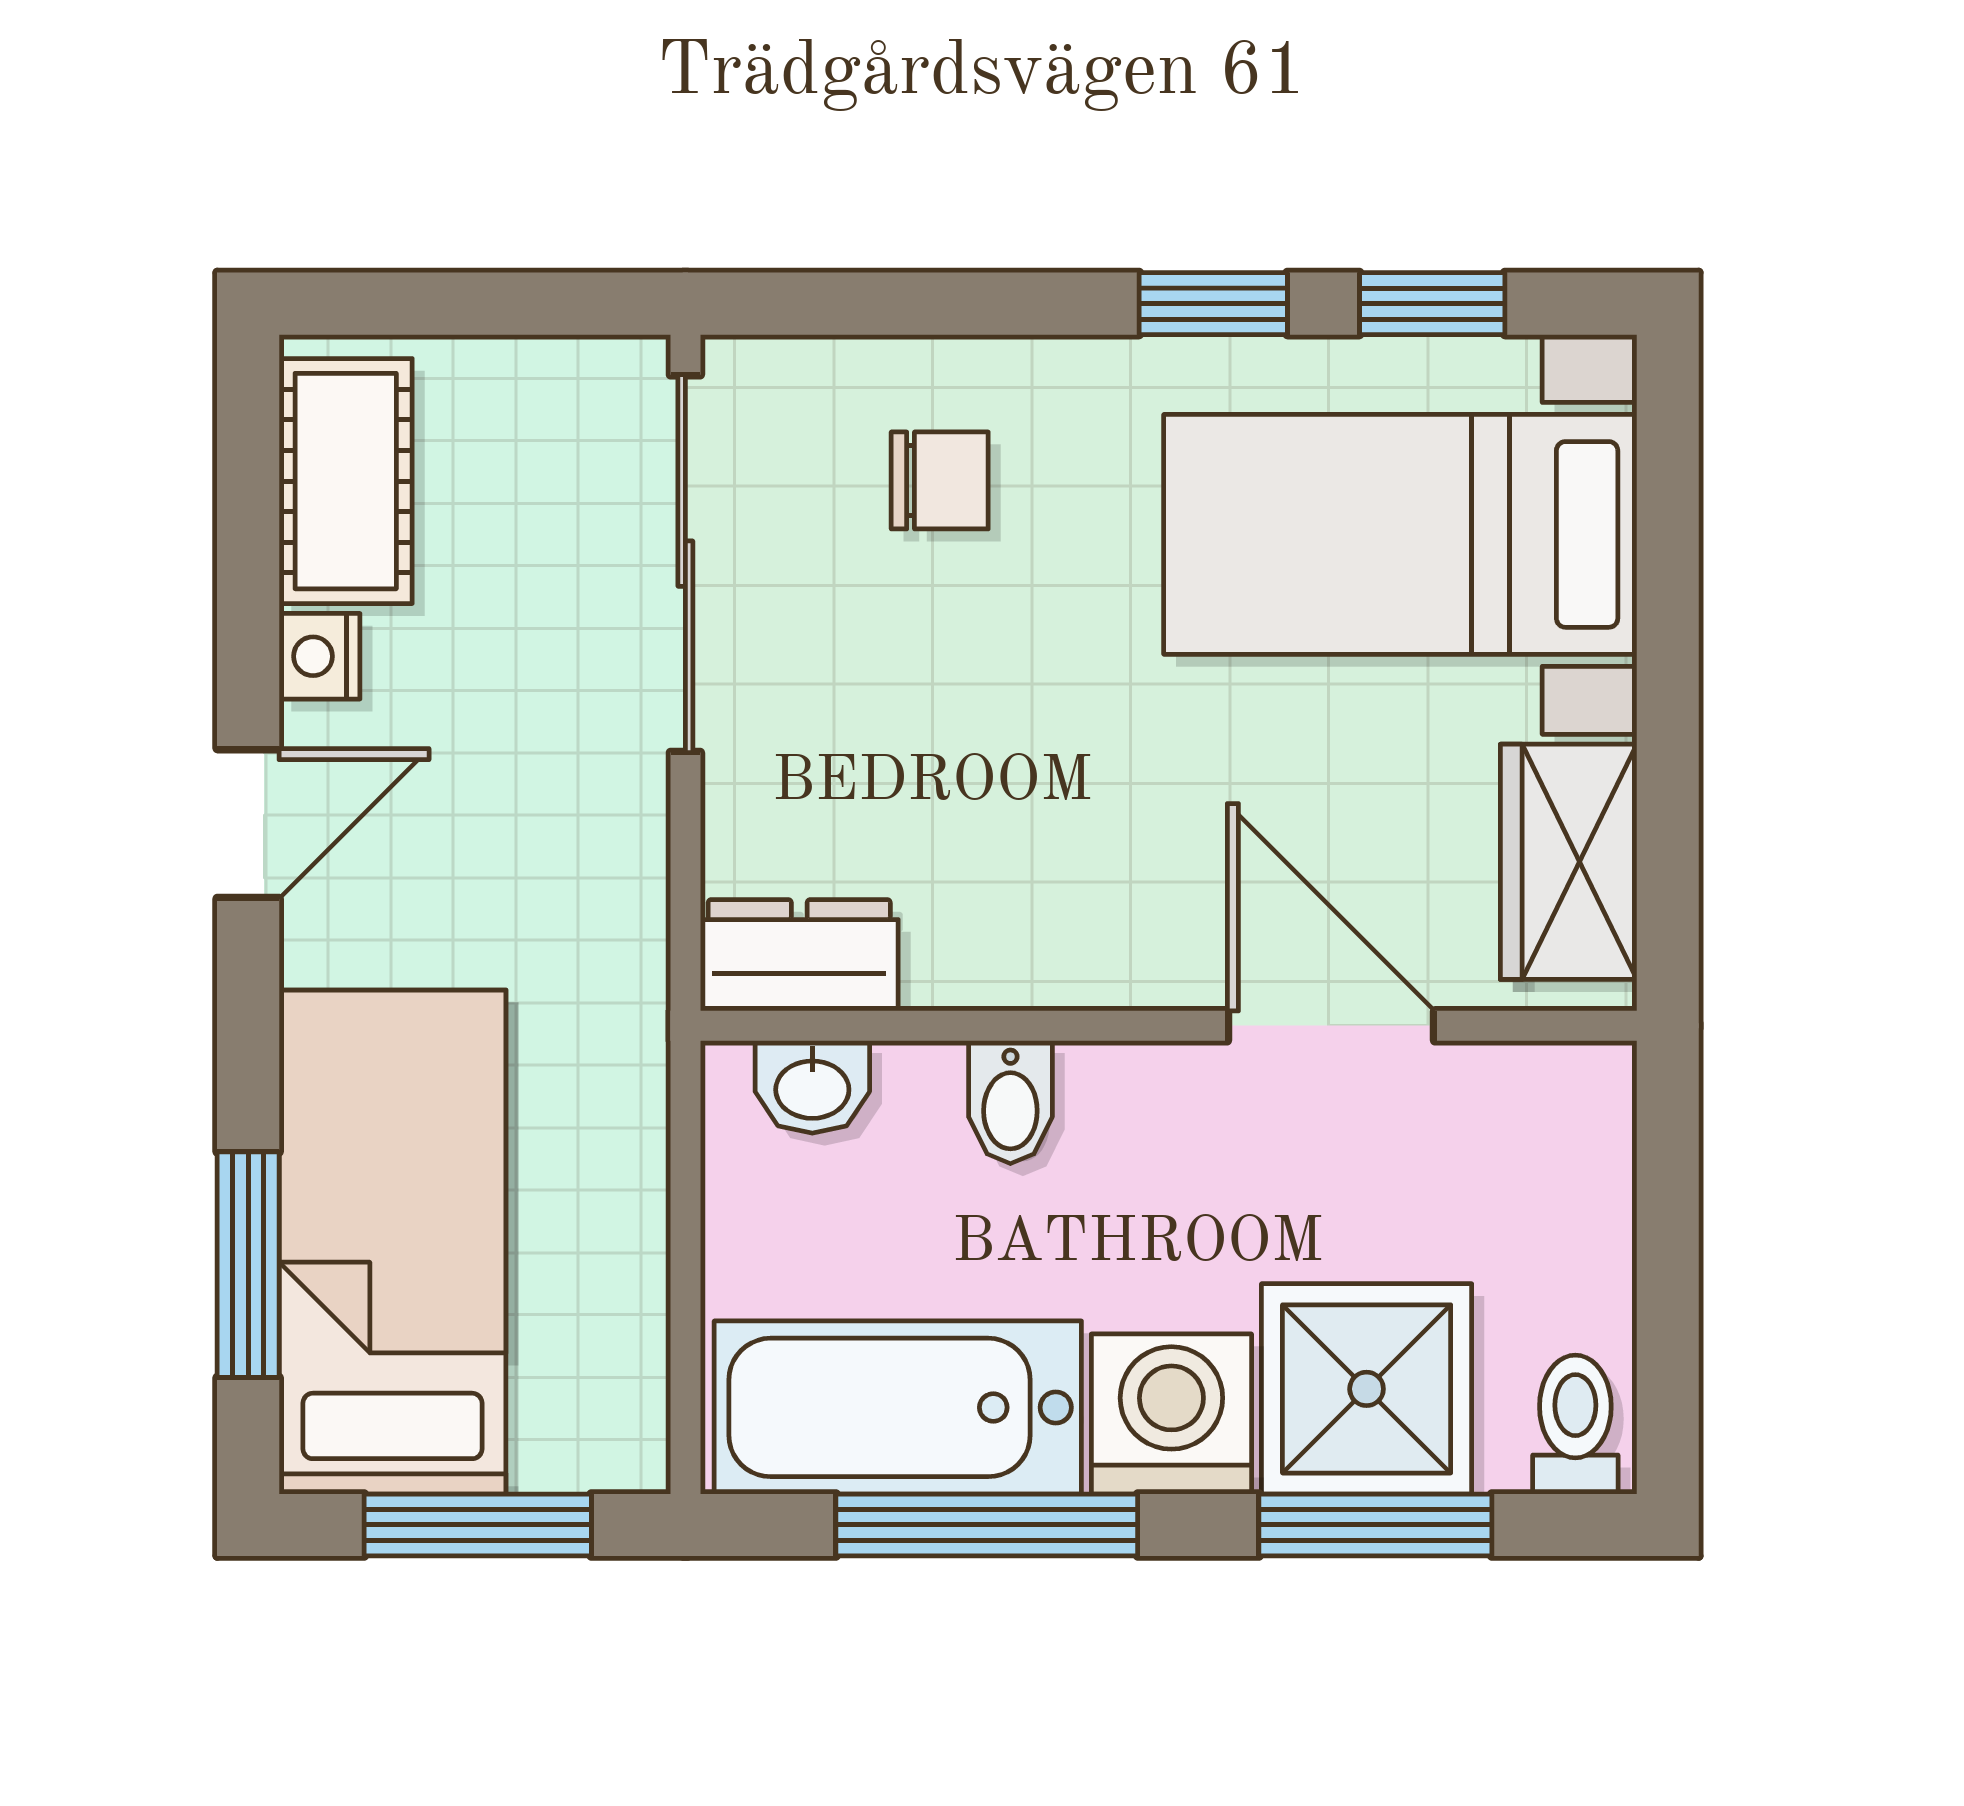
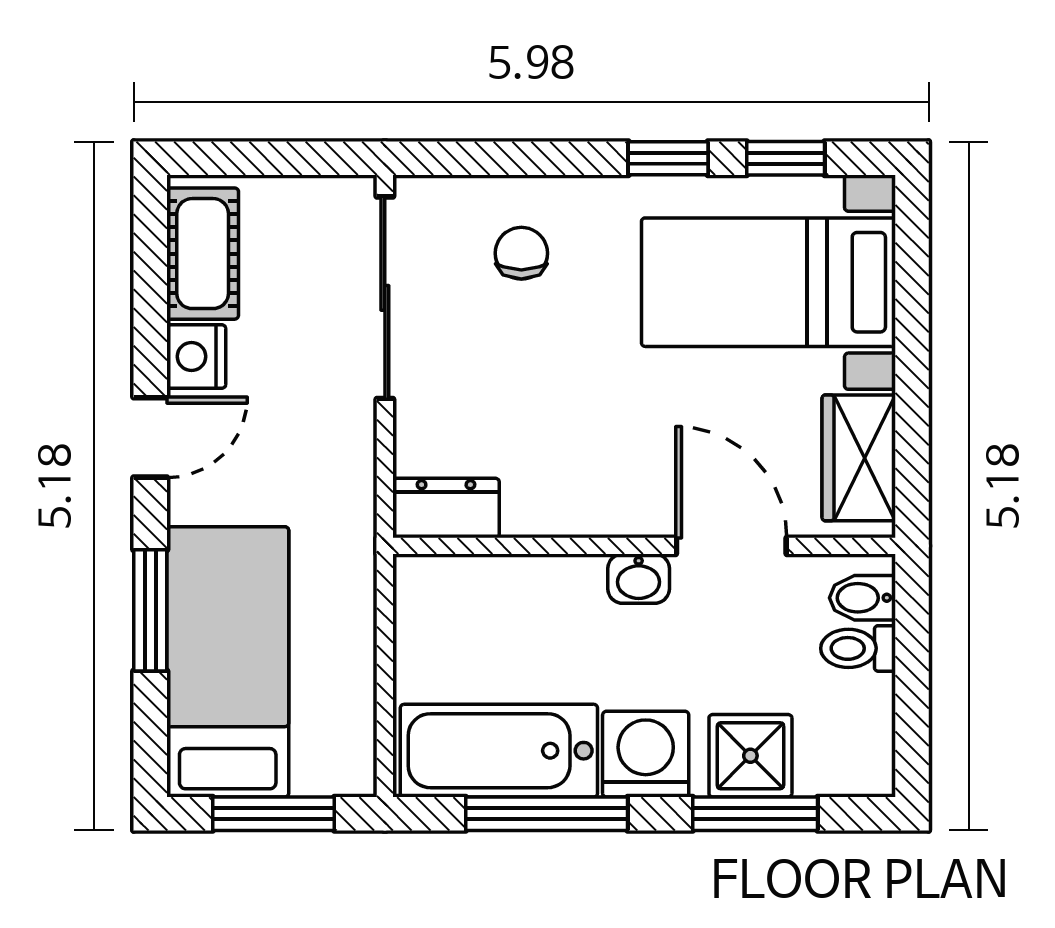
chair: (940, 480) -> (521, 253), turned -90
nightstand: (319, 656) -> (196, 356), width x1.39, depth x1.35
washbasin: (812, 1087) -> (639, 579), moved
bidet: (1010, 1102) -> (862, 598), moved, turned 90
window: (248, 1265) -> (150, 610), moved
shower: (1367, 1389) -> (750, 756), width x0.73, depth x0.73
toilet: (1575, 1425) -> (858, 648), moved, turned -90

